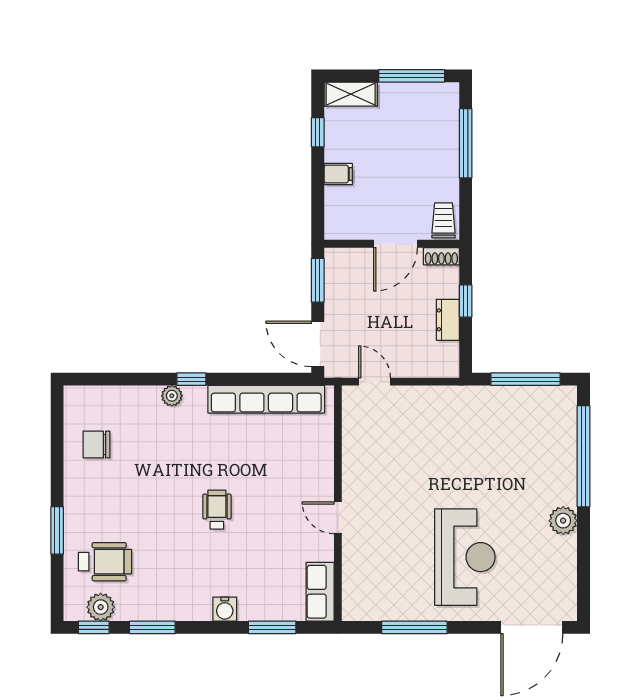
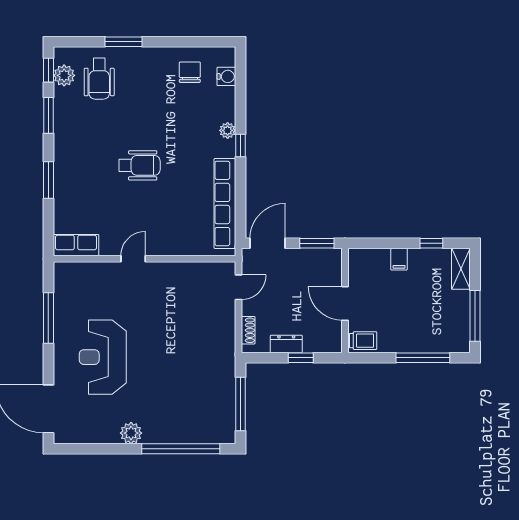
shoe rack: (441, 256) -> (248, 330), moved, turned 180
wheelchair: (217, 510) -> (139, 165), width x1.36, depth x1.37
reception desk: (465, 557) -> (103, 357), turned 90
water cooler: (225, 609) -> (226, 76), moved, turned 180
window: (272, 627) -> (48, 180), moved

